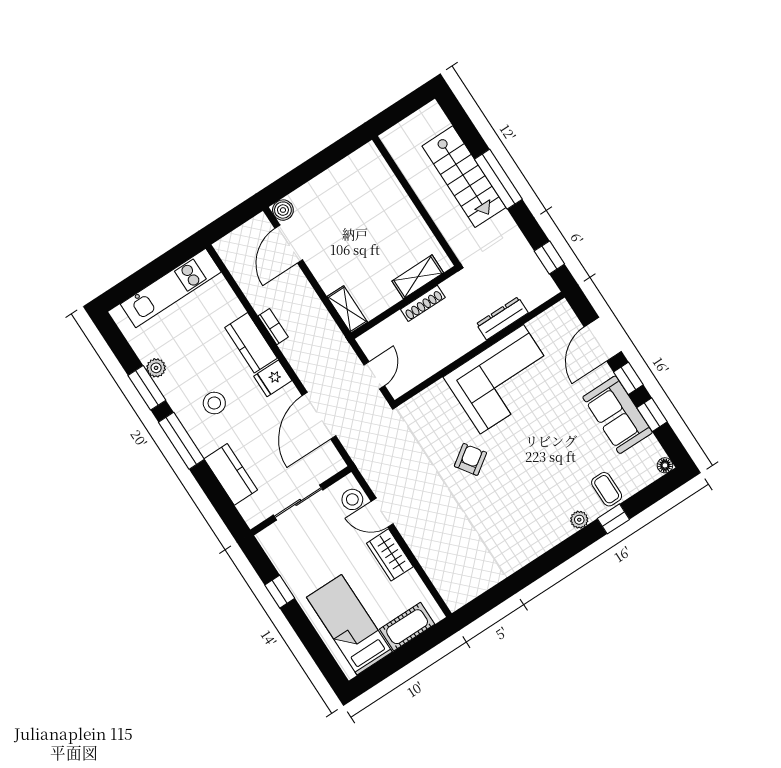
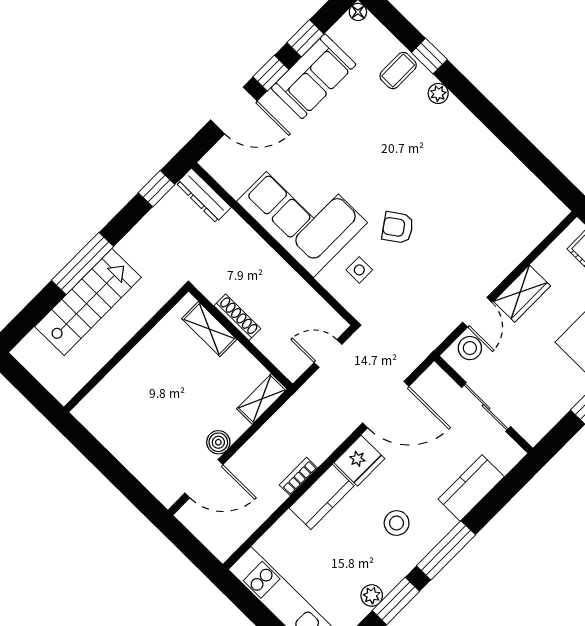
boiler: (283, 210) -> (218, 442), moved
dresser: (502, 318) -> (204, 195), moved
fridge: (273, 378) -> (359, 461), width x1.38
side table: (441, 418) -> (359, 270), added

